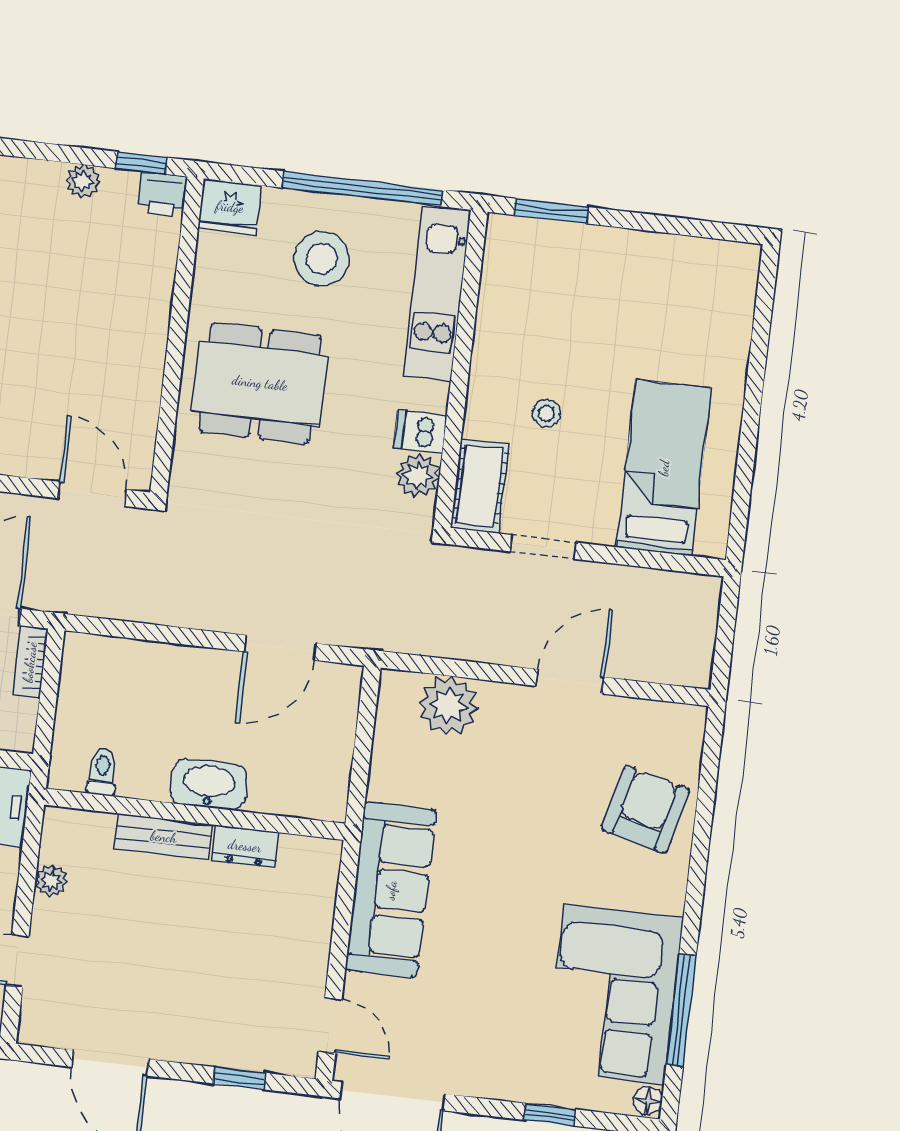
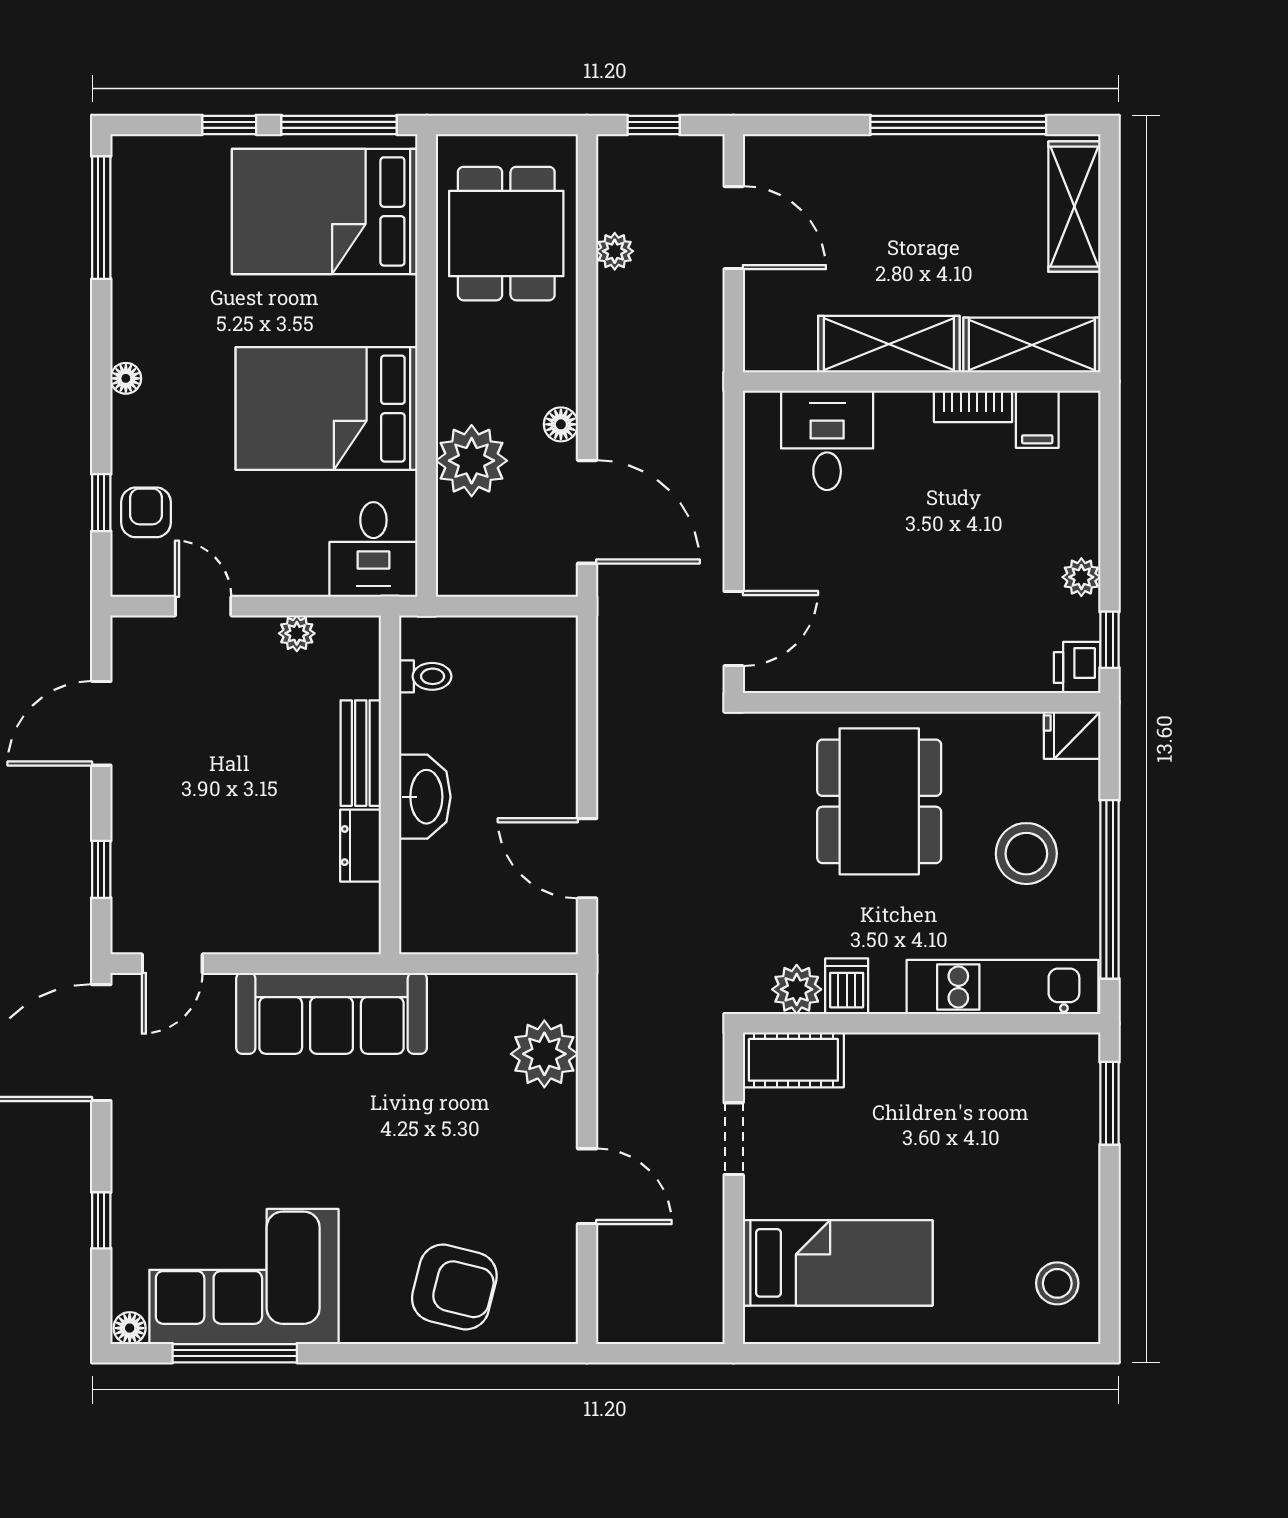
fridge: (230, 207) -> (1072, 735), width x0.72
stool: (546, 413) -> (1057, 1283), moved, width x1.37, depth x1.37
bookcase: (30, 662) -> (538, 581), removed

